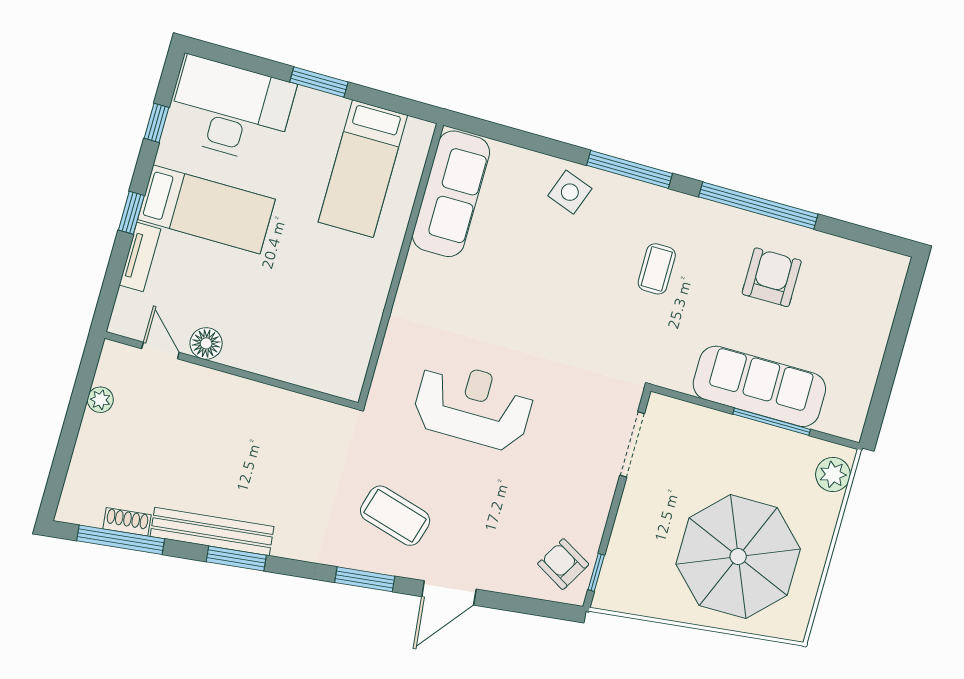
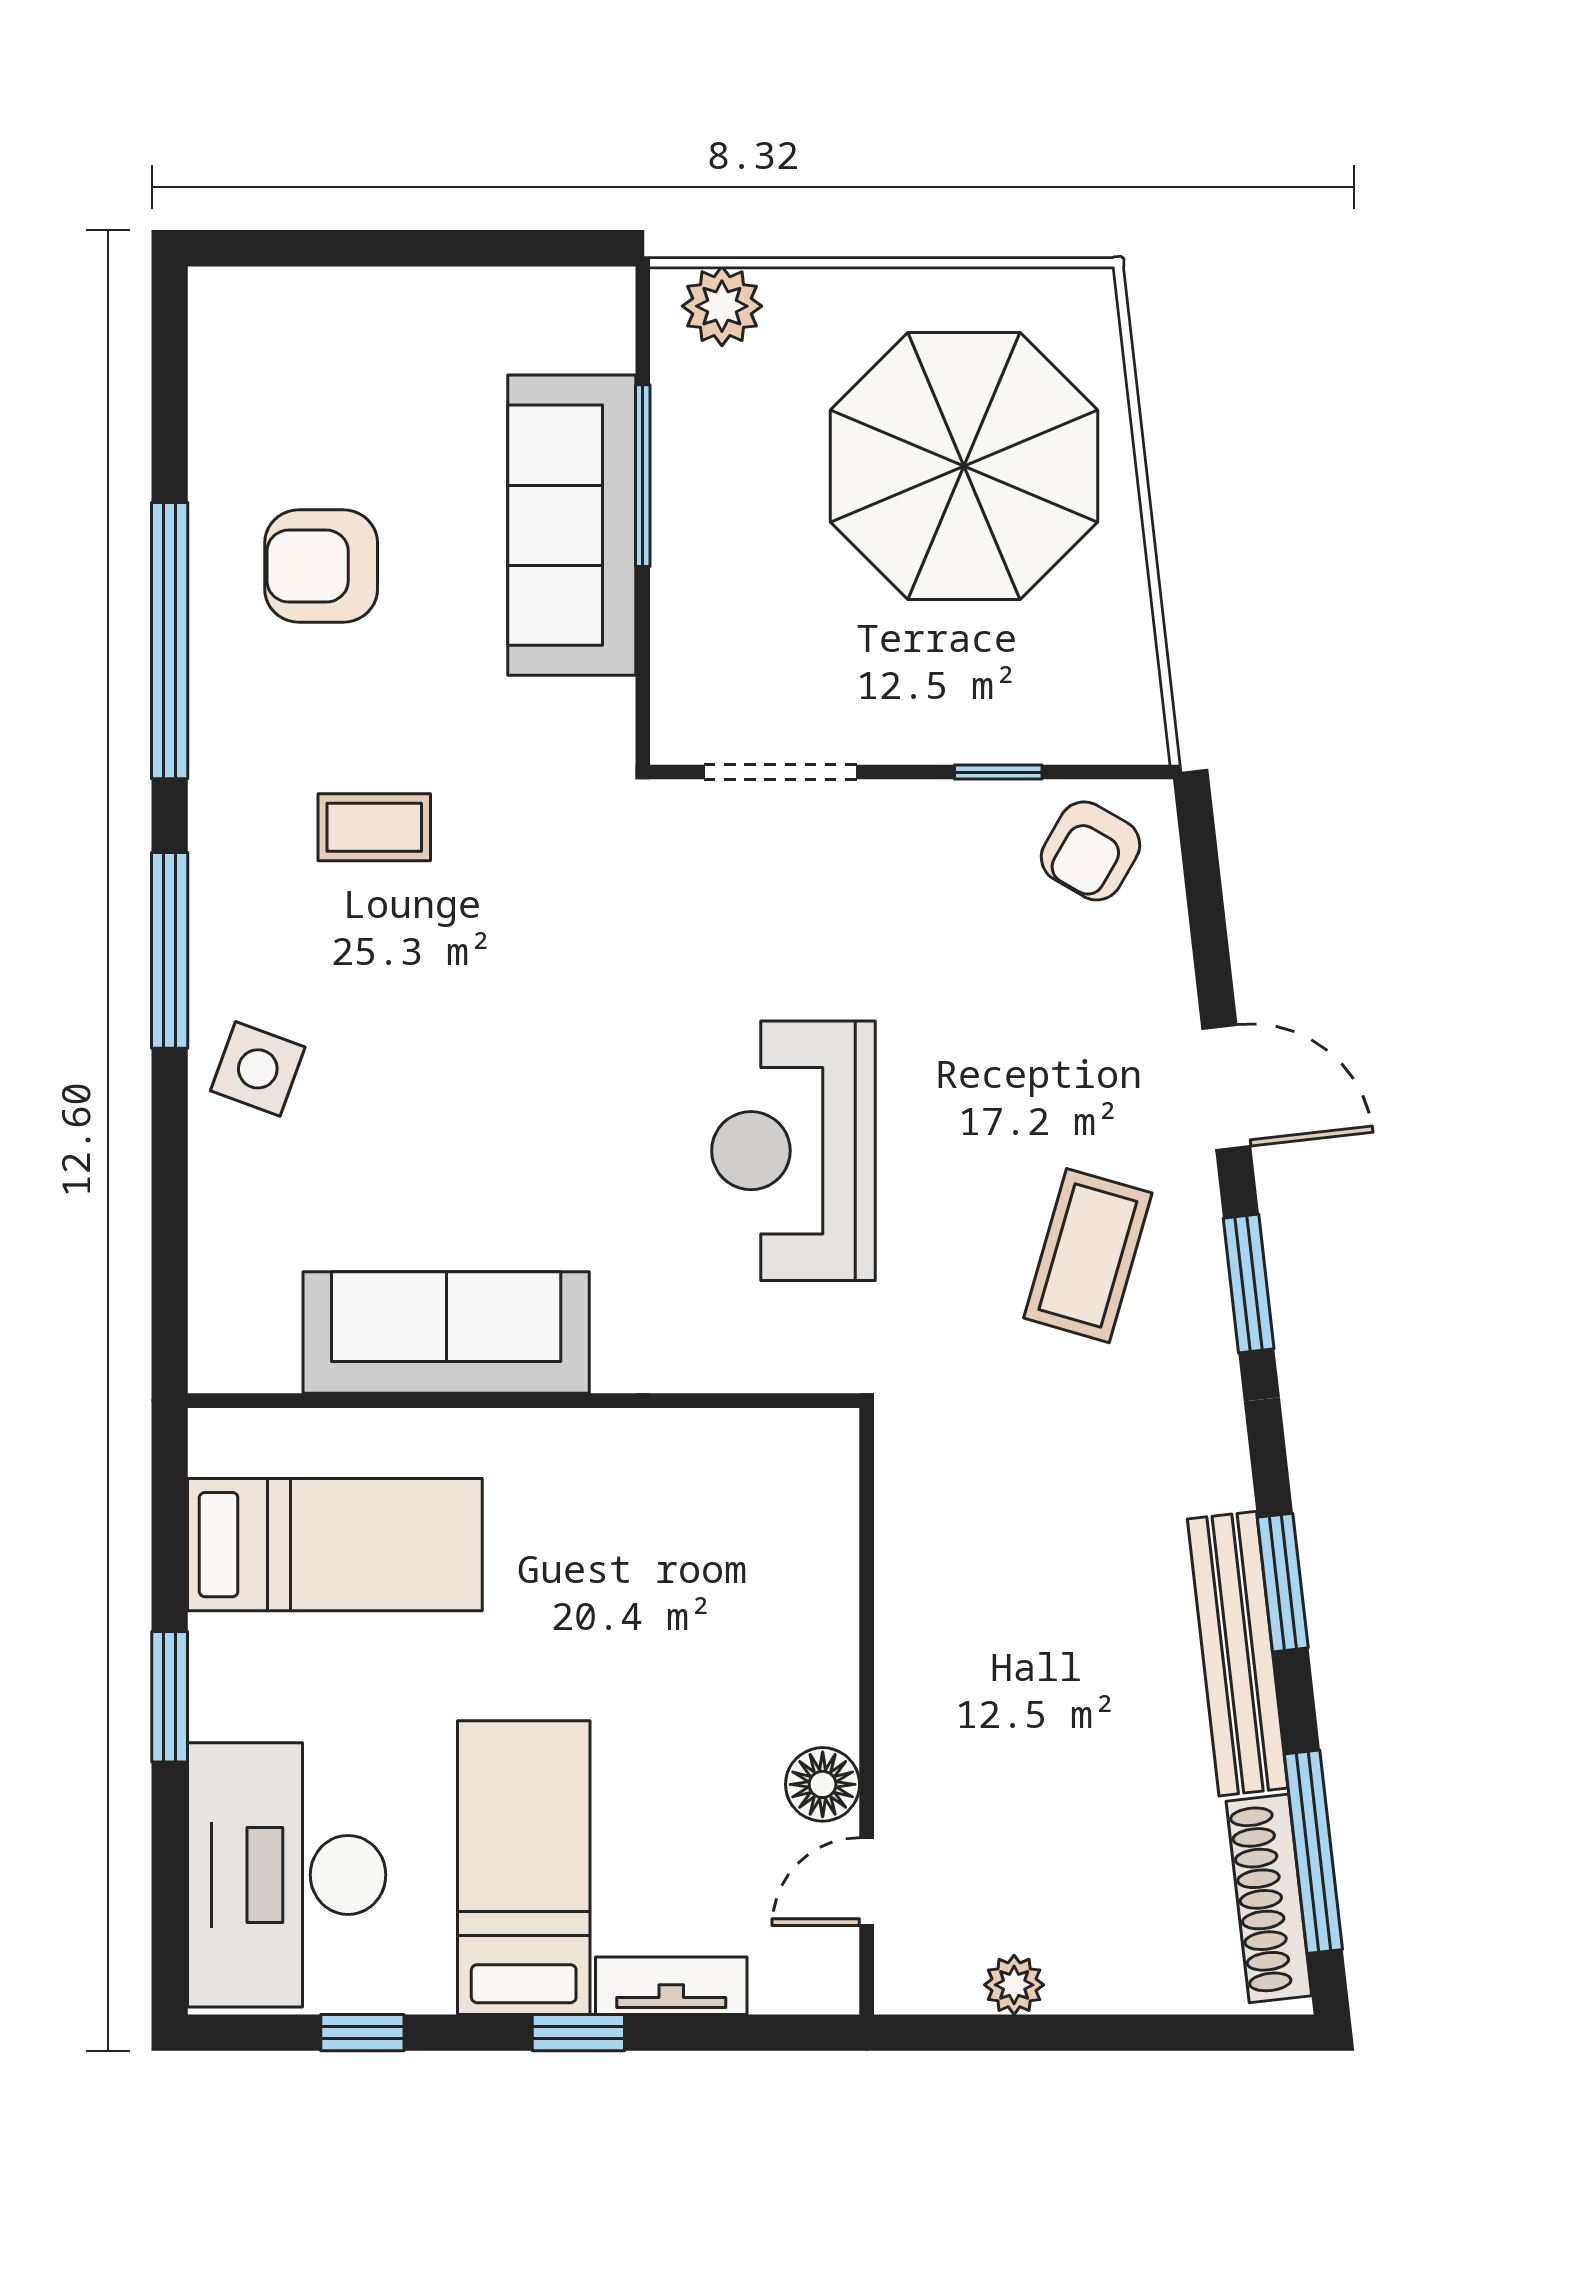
sofa: (451, 194) -> (446, 1333), moved
shoe rack: (127, 522) -> (1269, 1898), width x1.94, depth x1.24
window: (596, 572) -> (998, 772), moved

